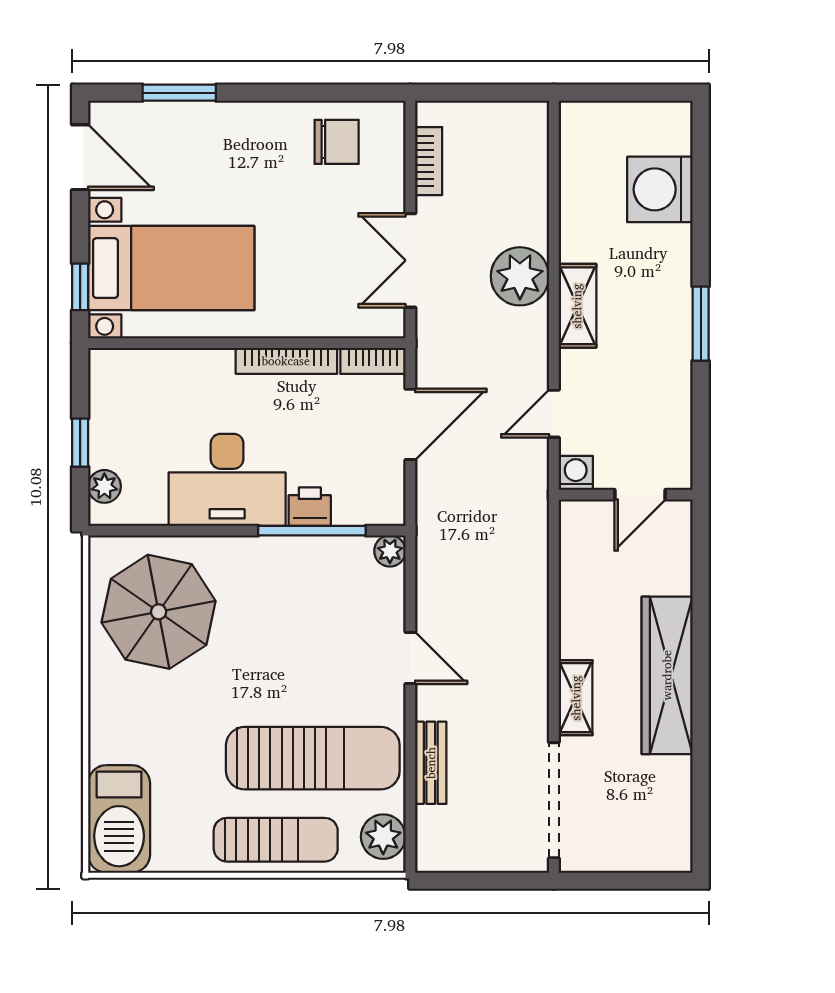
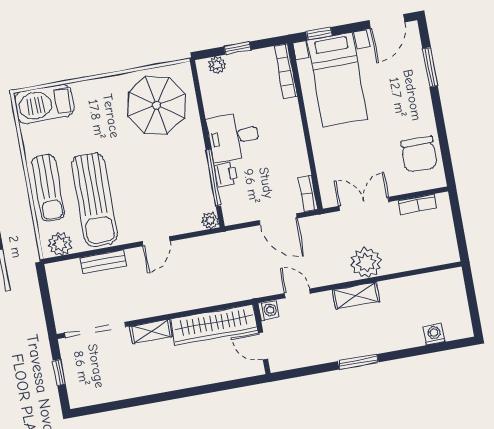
chair: (337, 142) -> (419, 154), width x1.37, depth x1.37
washing machine: (660, 189) -> (434, 334), width x0.53, depth x0.53
bookcase: (286, 361) -> (286, 71), moved
desk: (227, 480) -> (233, 137), width x0.73
wardrobe: (667, 675) -> (214, 325), moved, turned 180
window: (621, 881) -> (59, 372), added

